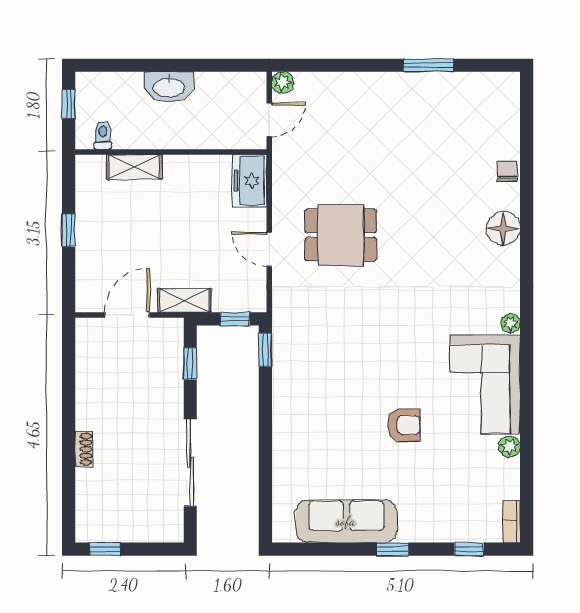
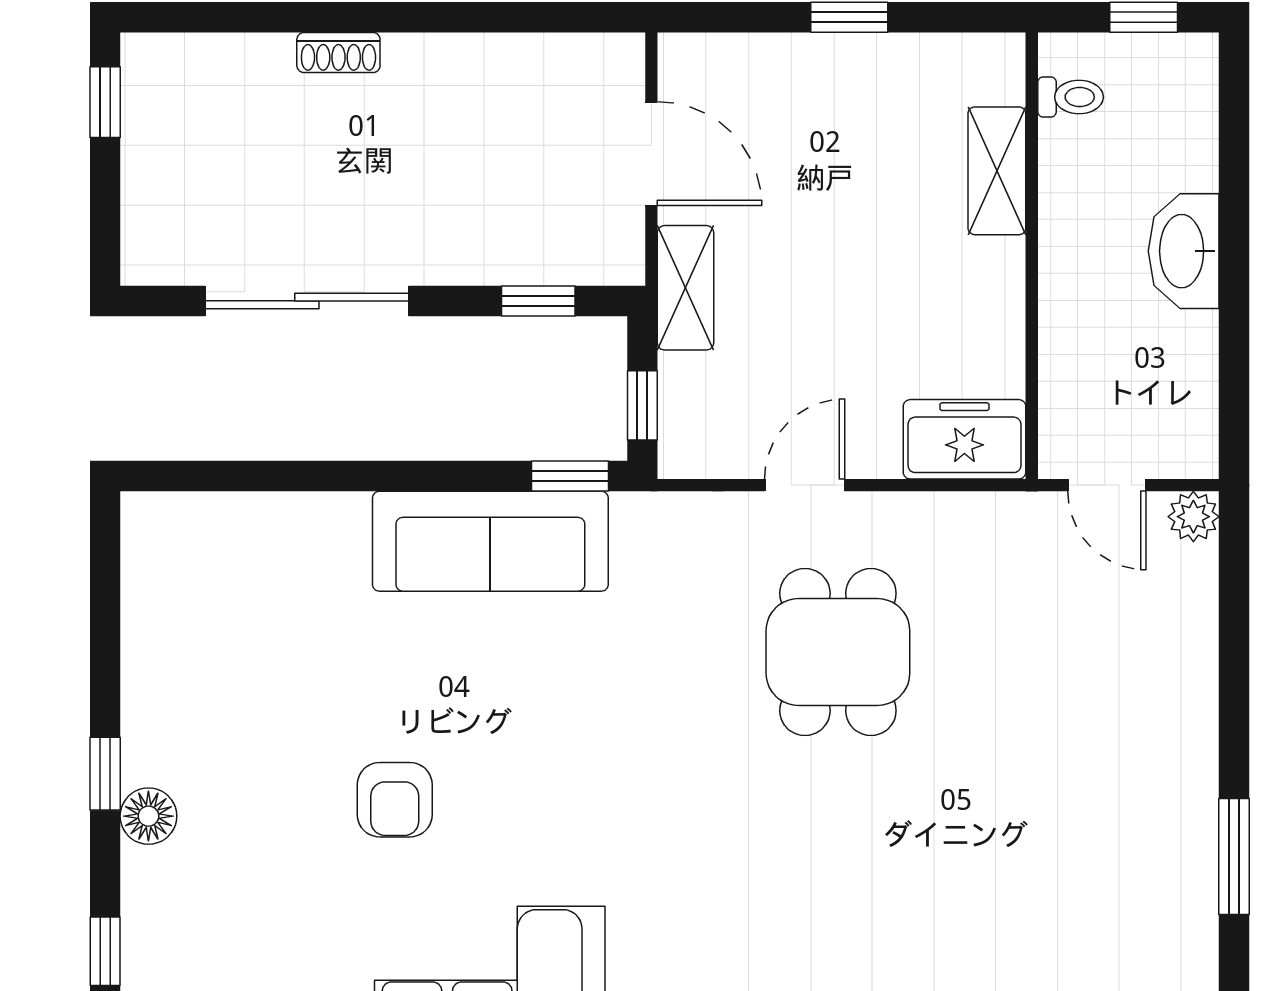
sofa: (346, 521) -> (490, 541), moved, turned 90
floor lamp: (411, 531) -> (148, 816), added

